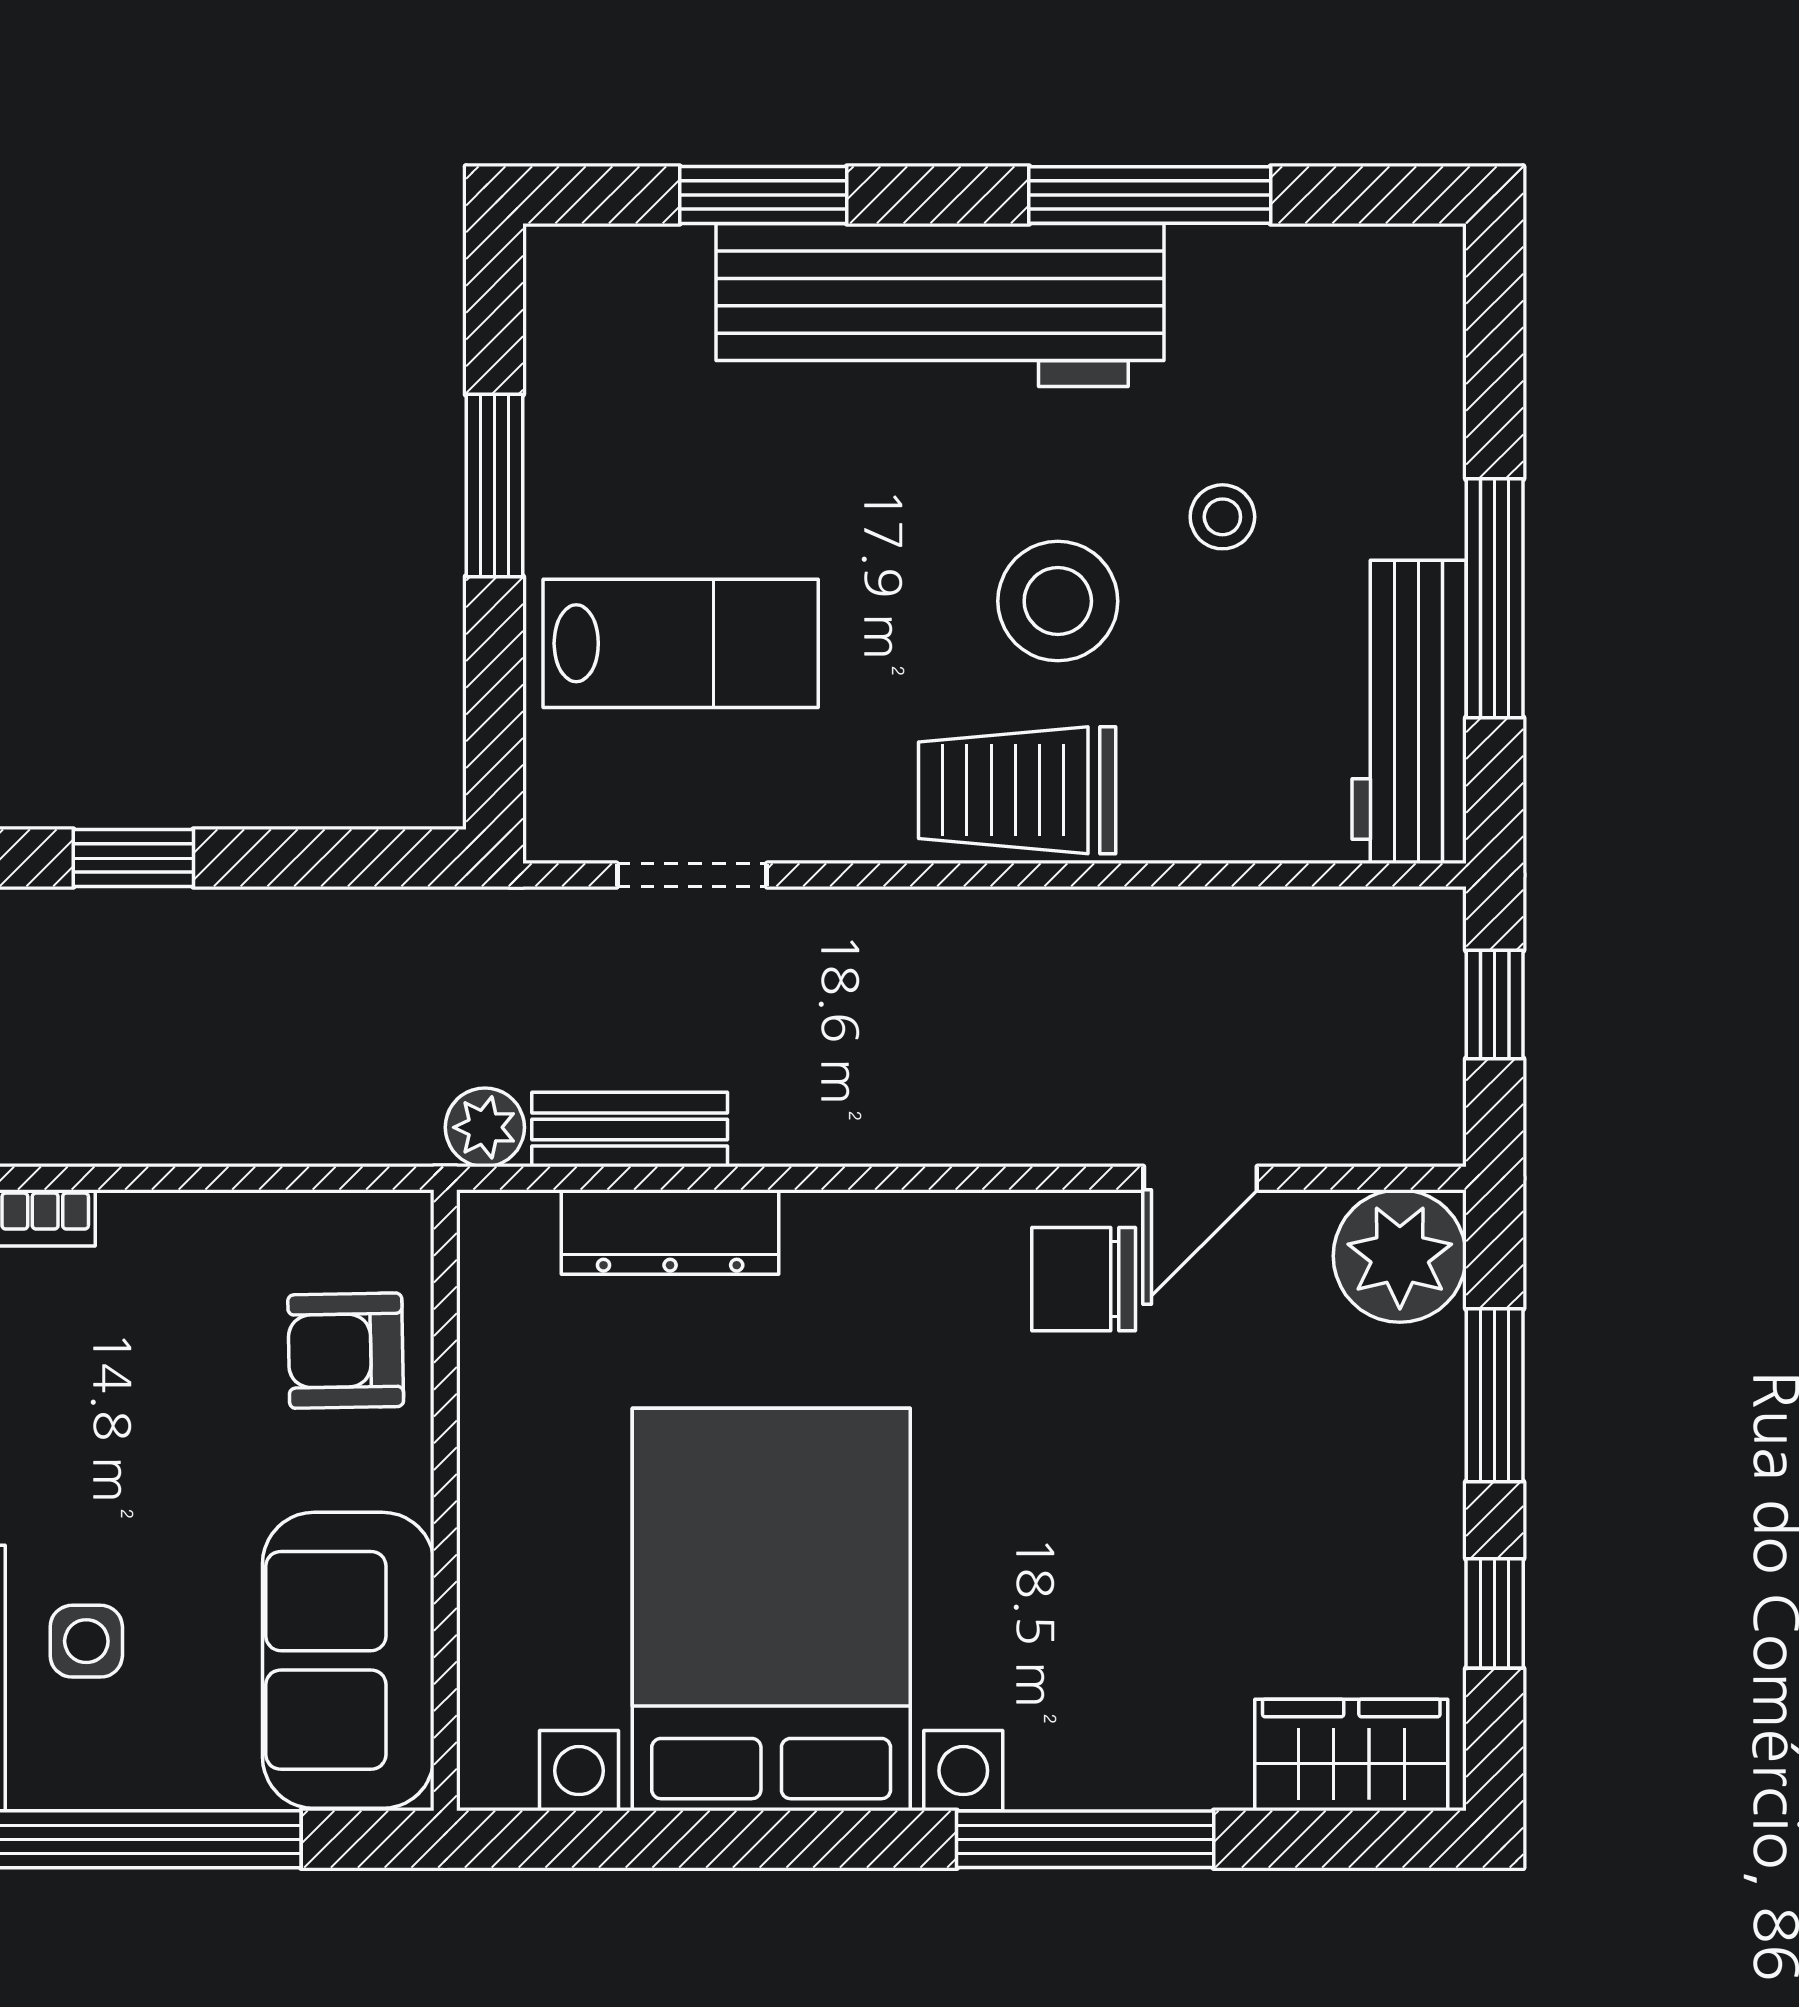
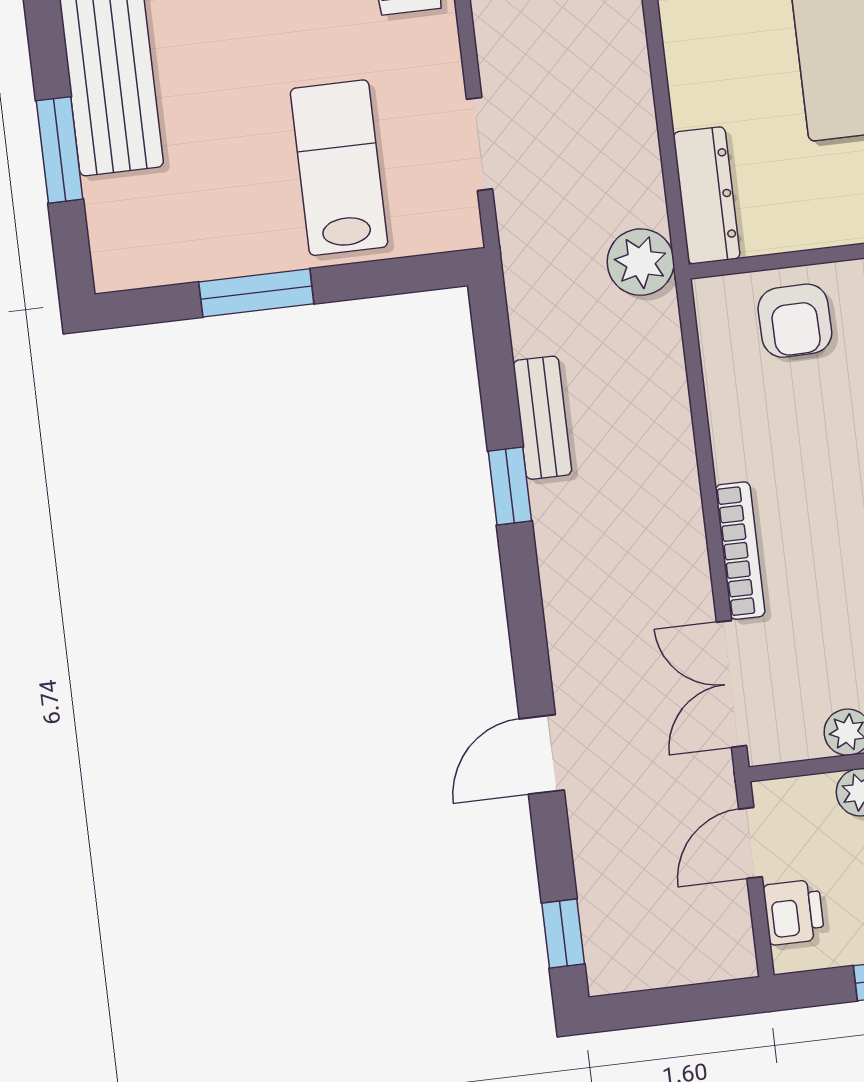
plant: (485, 1127) -> (641, 262), width x1.38, depth x1.38
bench: (630, 1129) -> (542, 418), moved
dresser: (670, 1232) -> (707, 195), moved

